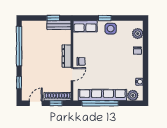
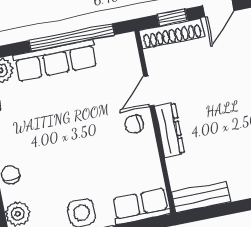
window: (53, 18) -> (217, 211), removed
row of seats: (102, 95) -> (55, 61), width x0.73

